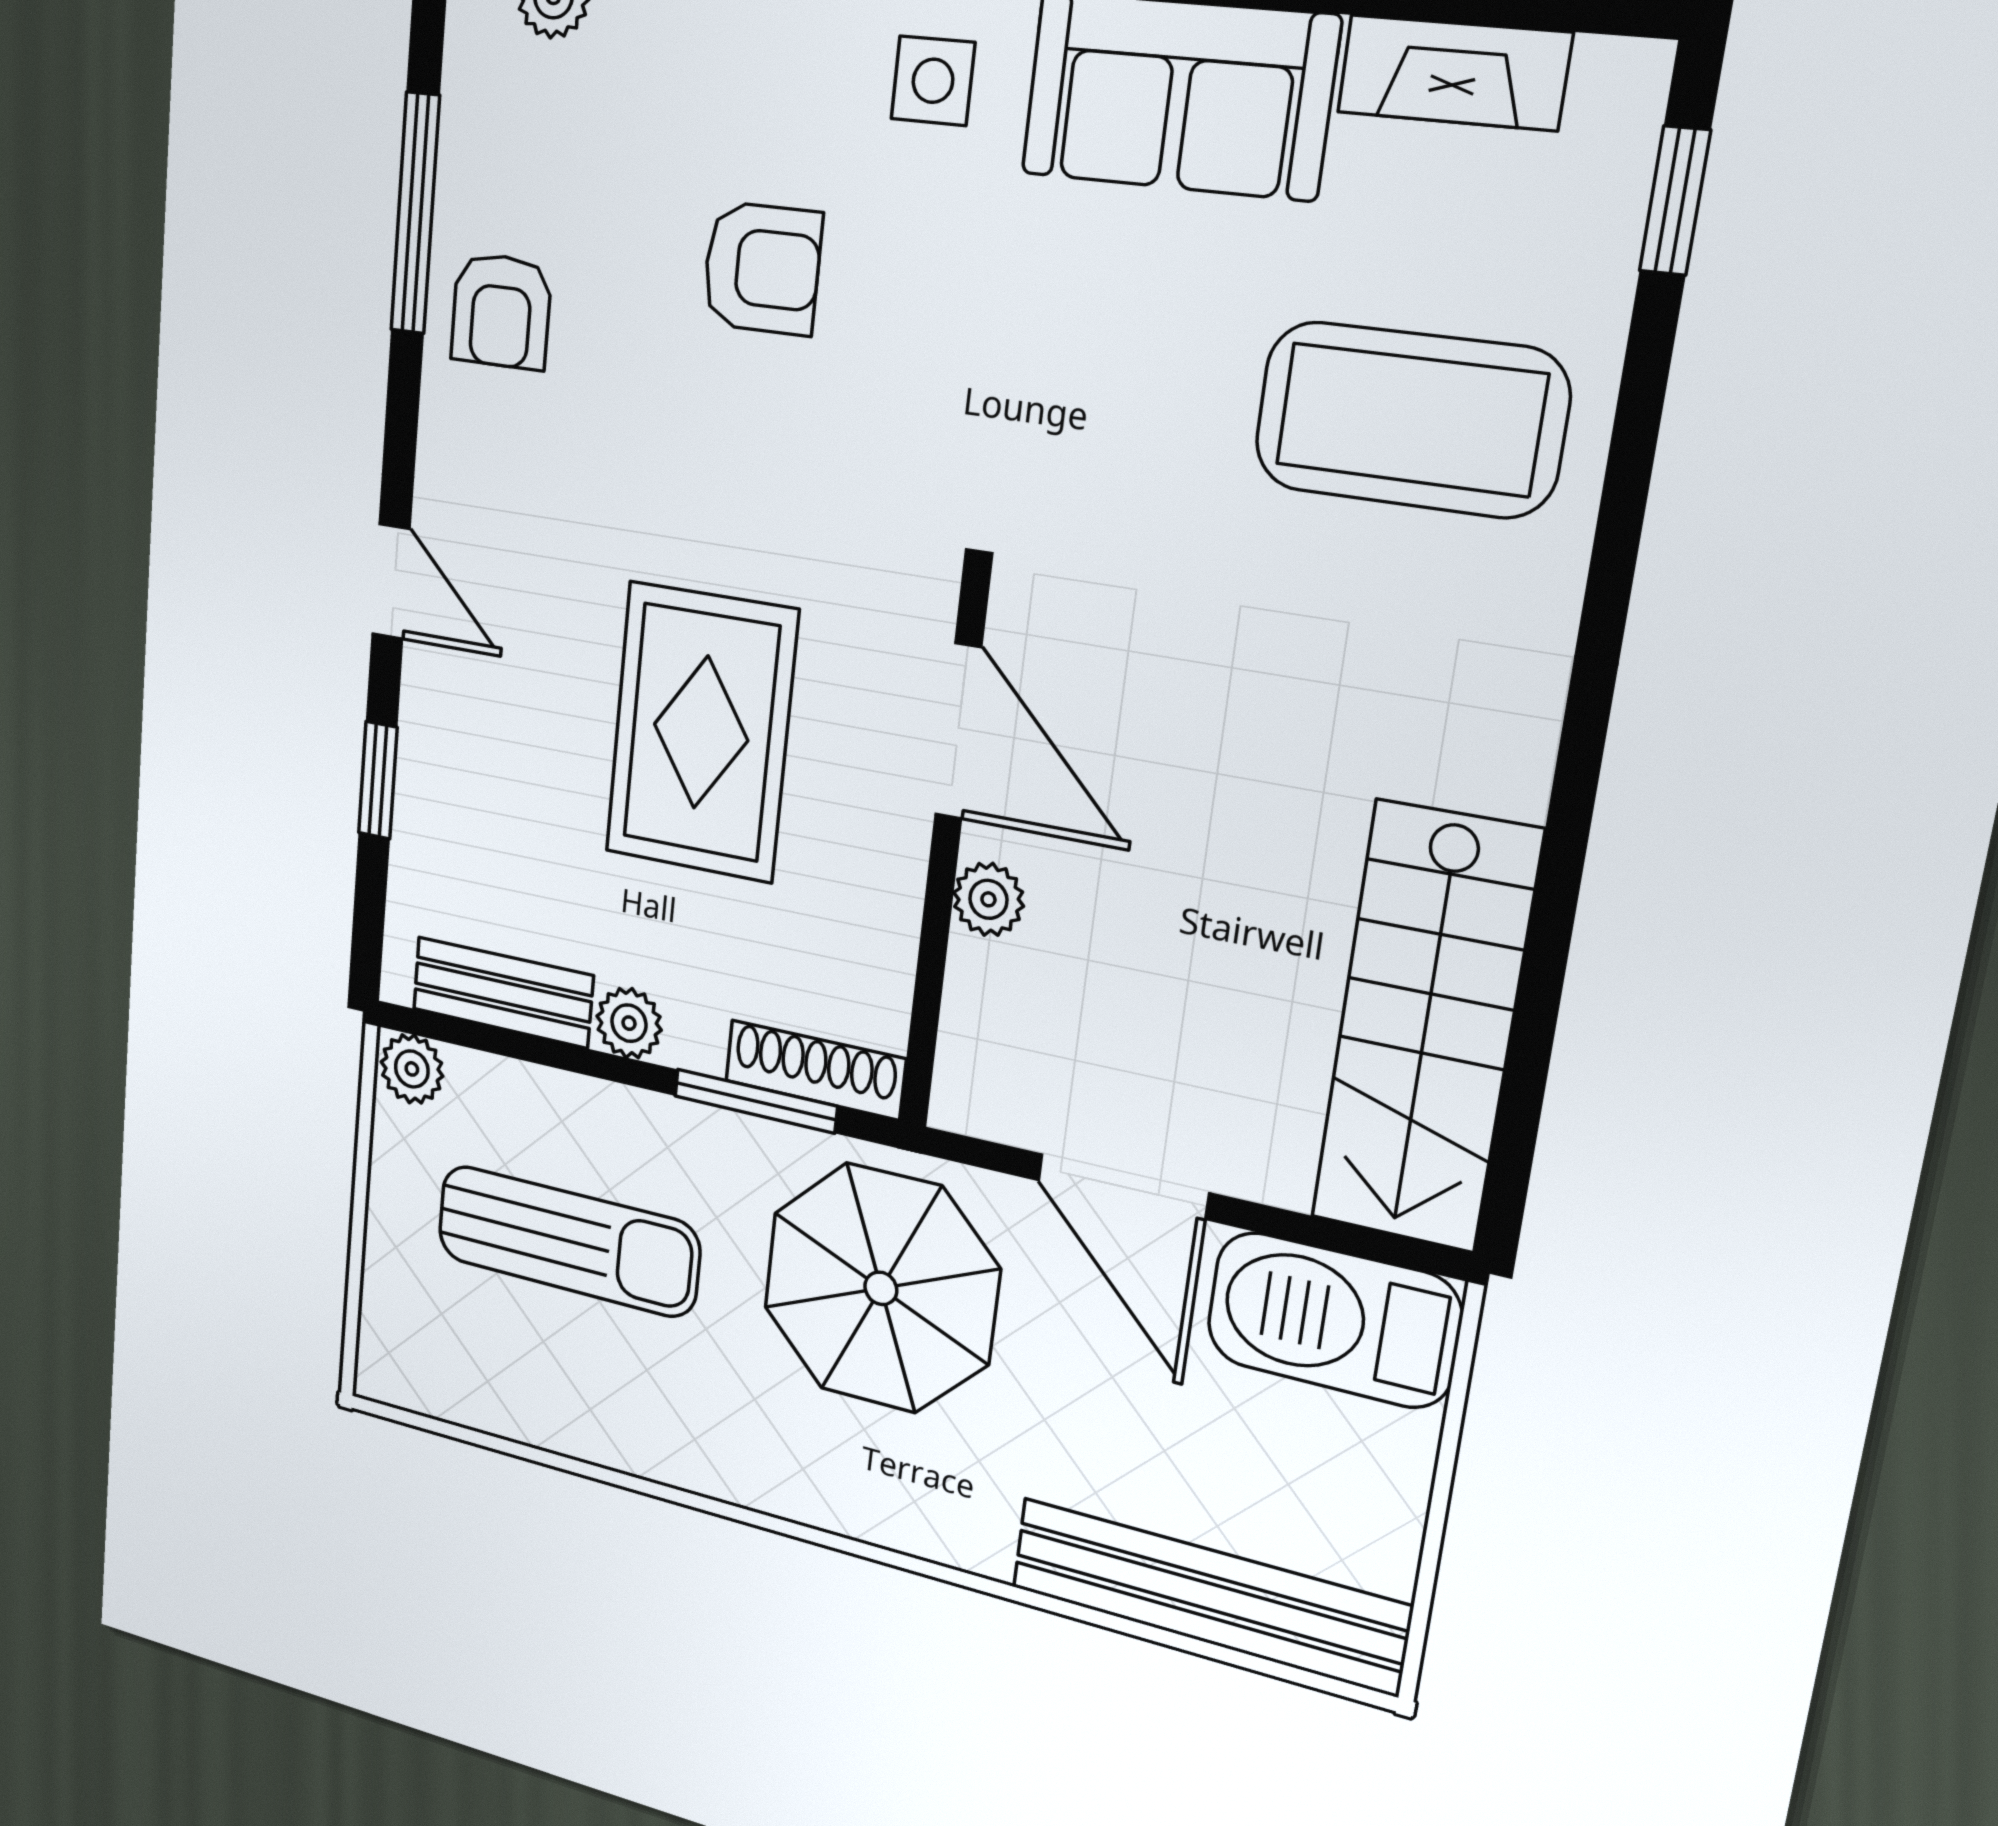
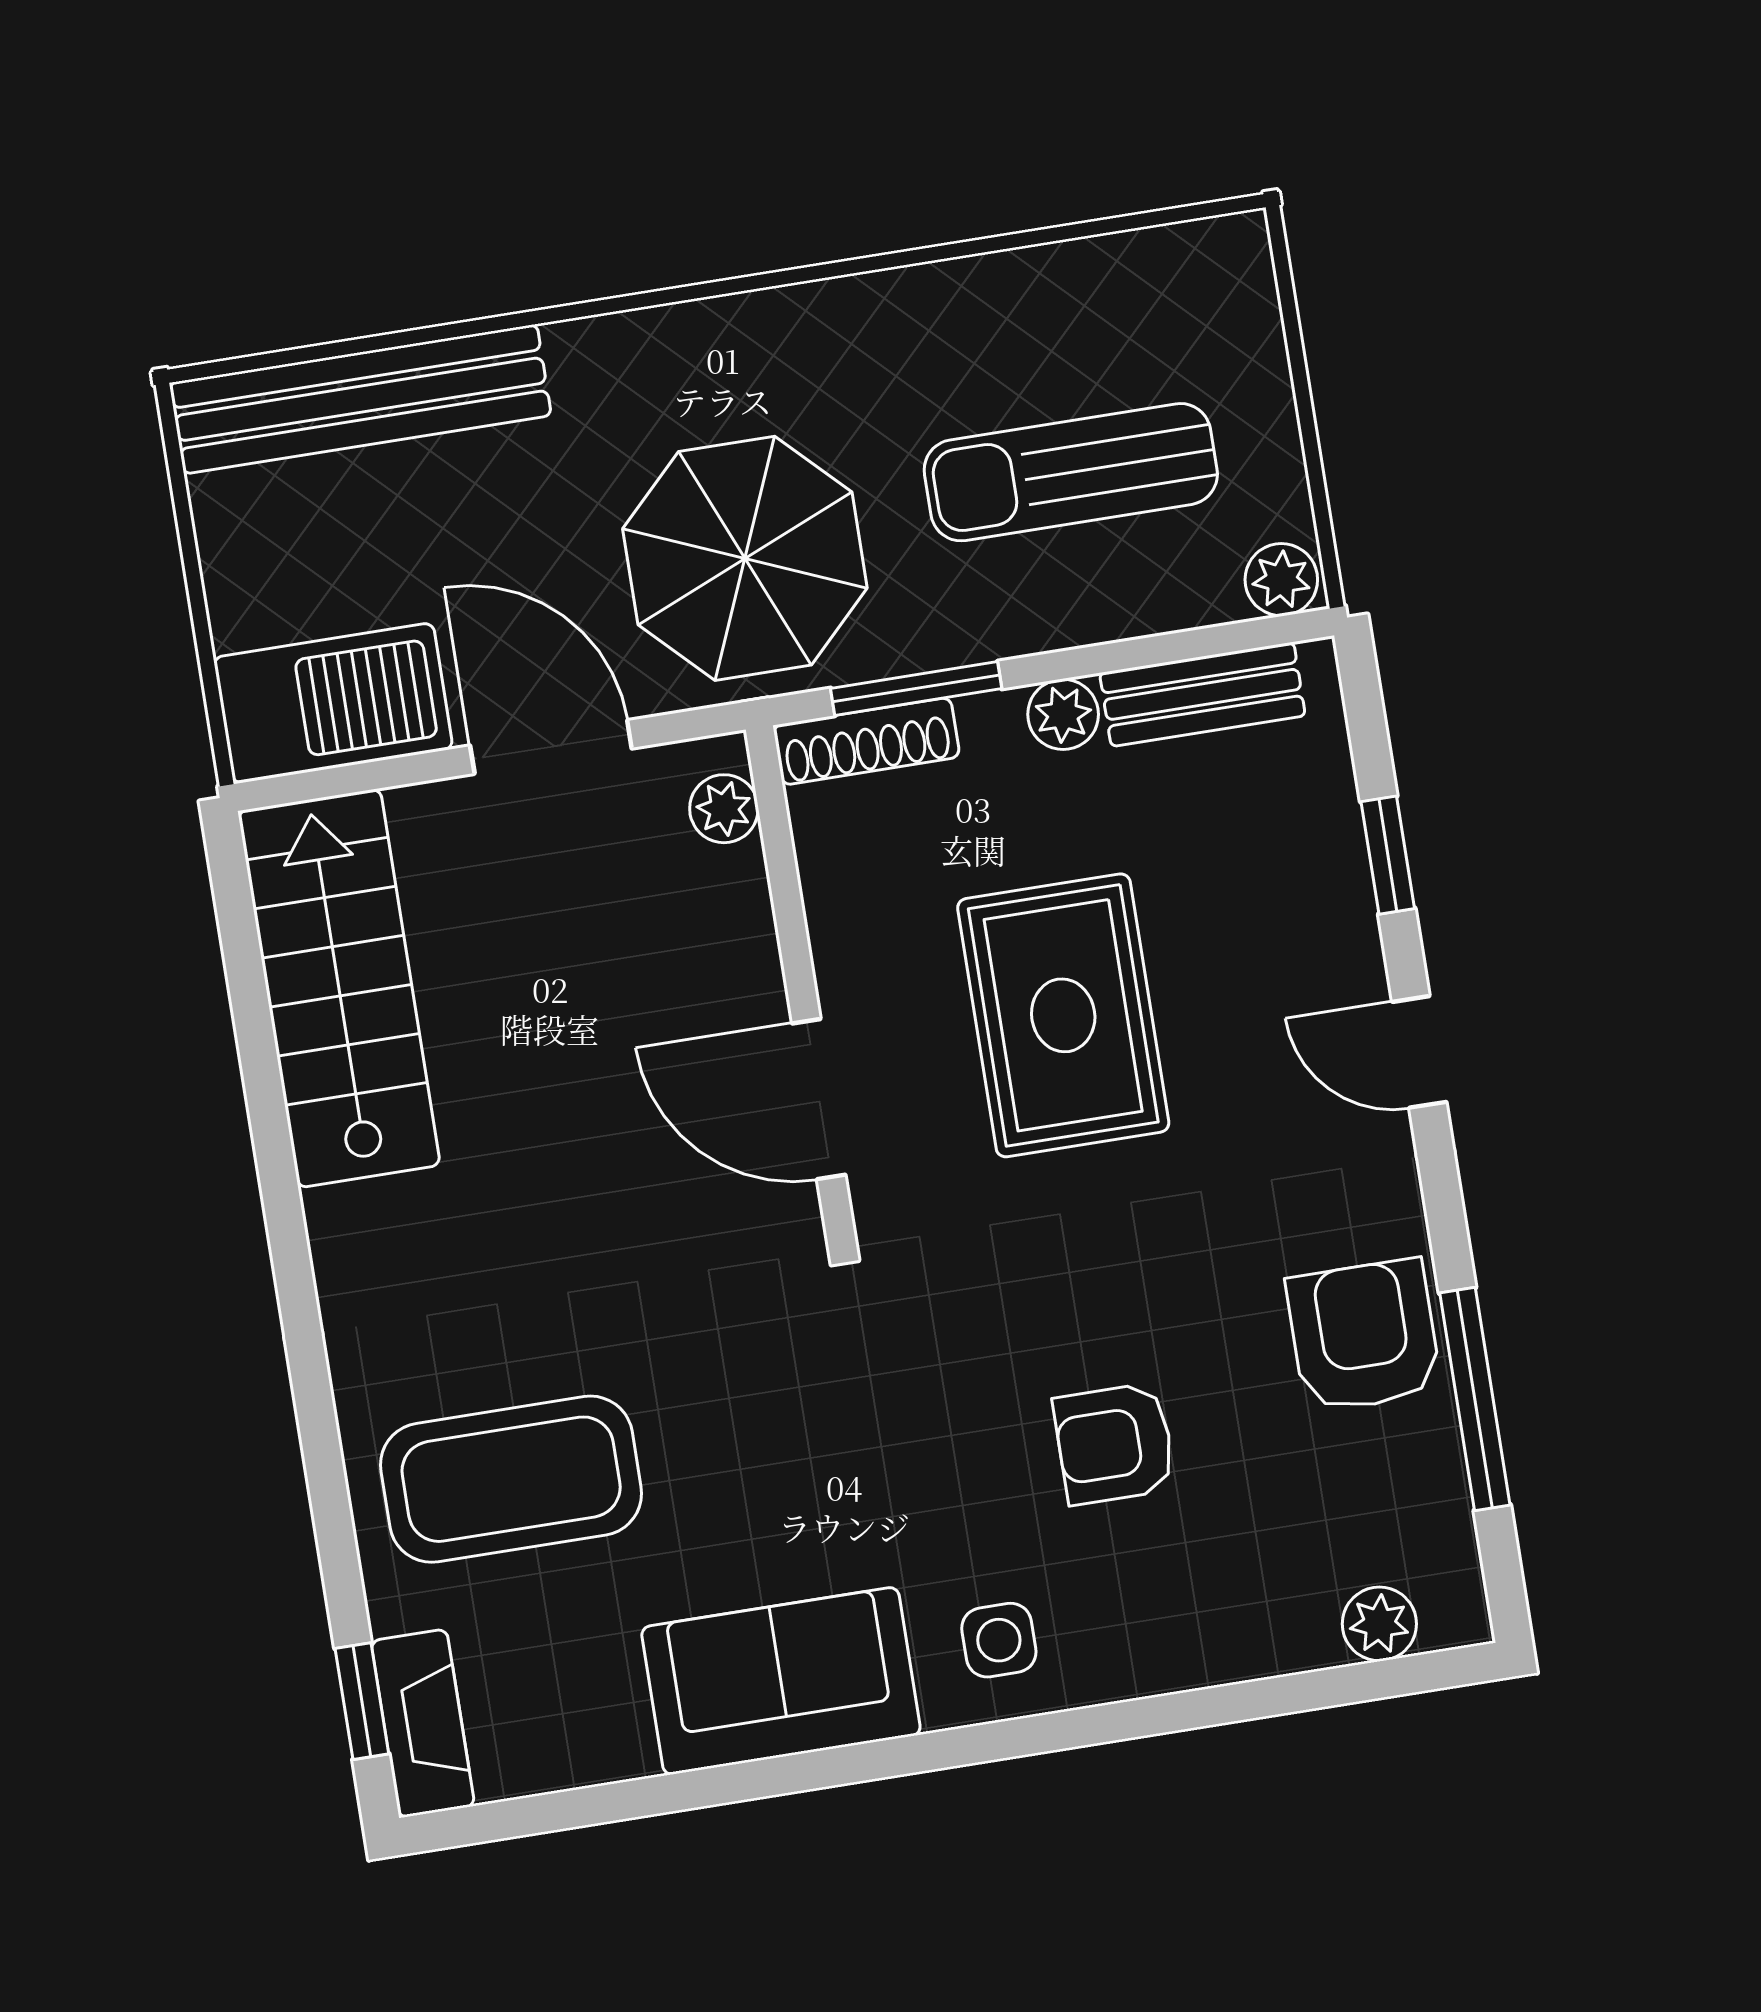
fireplace: (1454, 73) -> (423, 1723), moved, turned 90
armchair: (501, 311) -> (1364, 1336), width x1.38, depth x1.38
plant: (988, 899) -> (724, 809), moved

